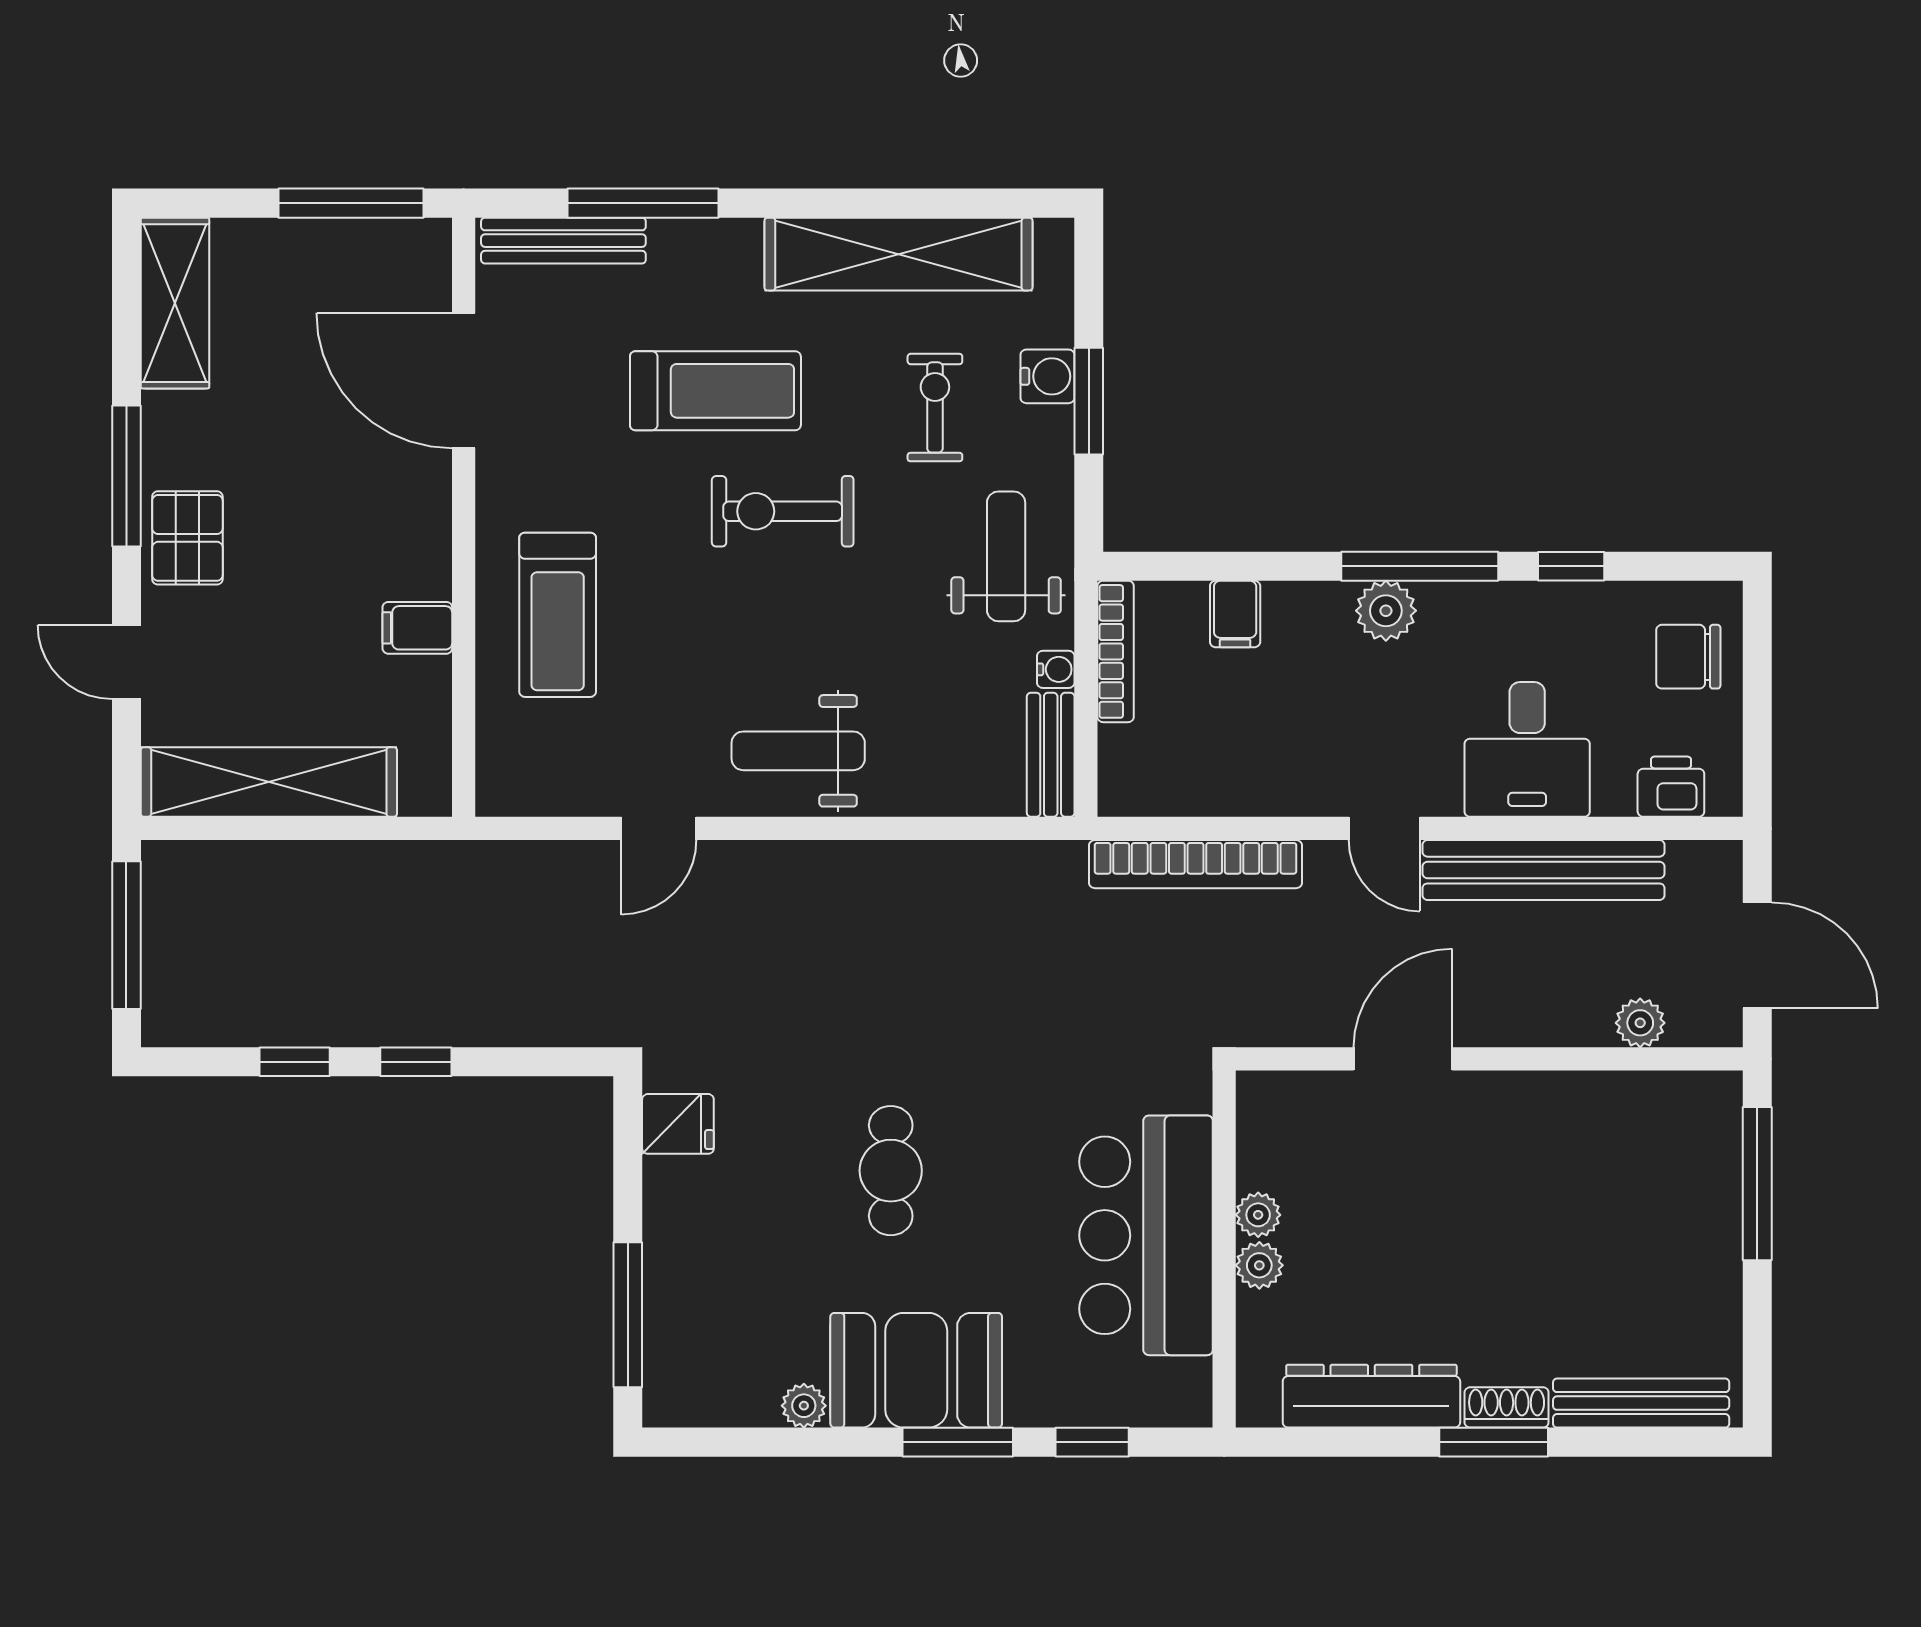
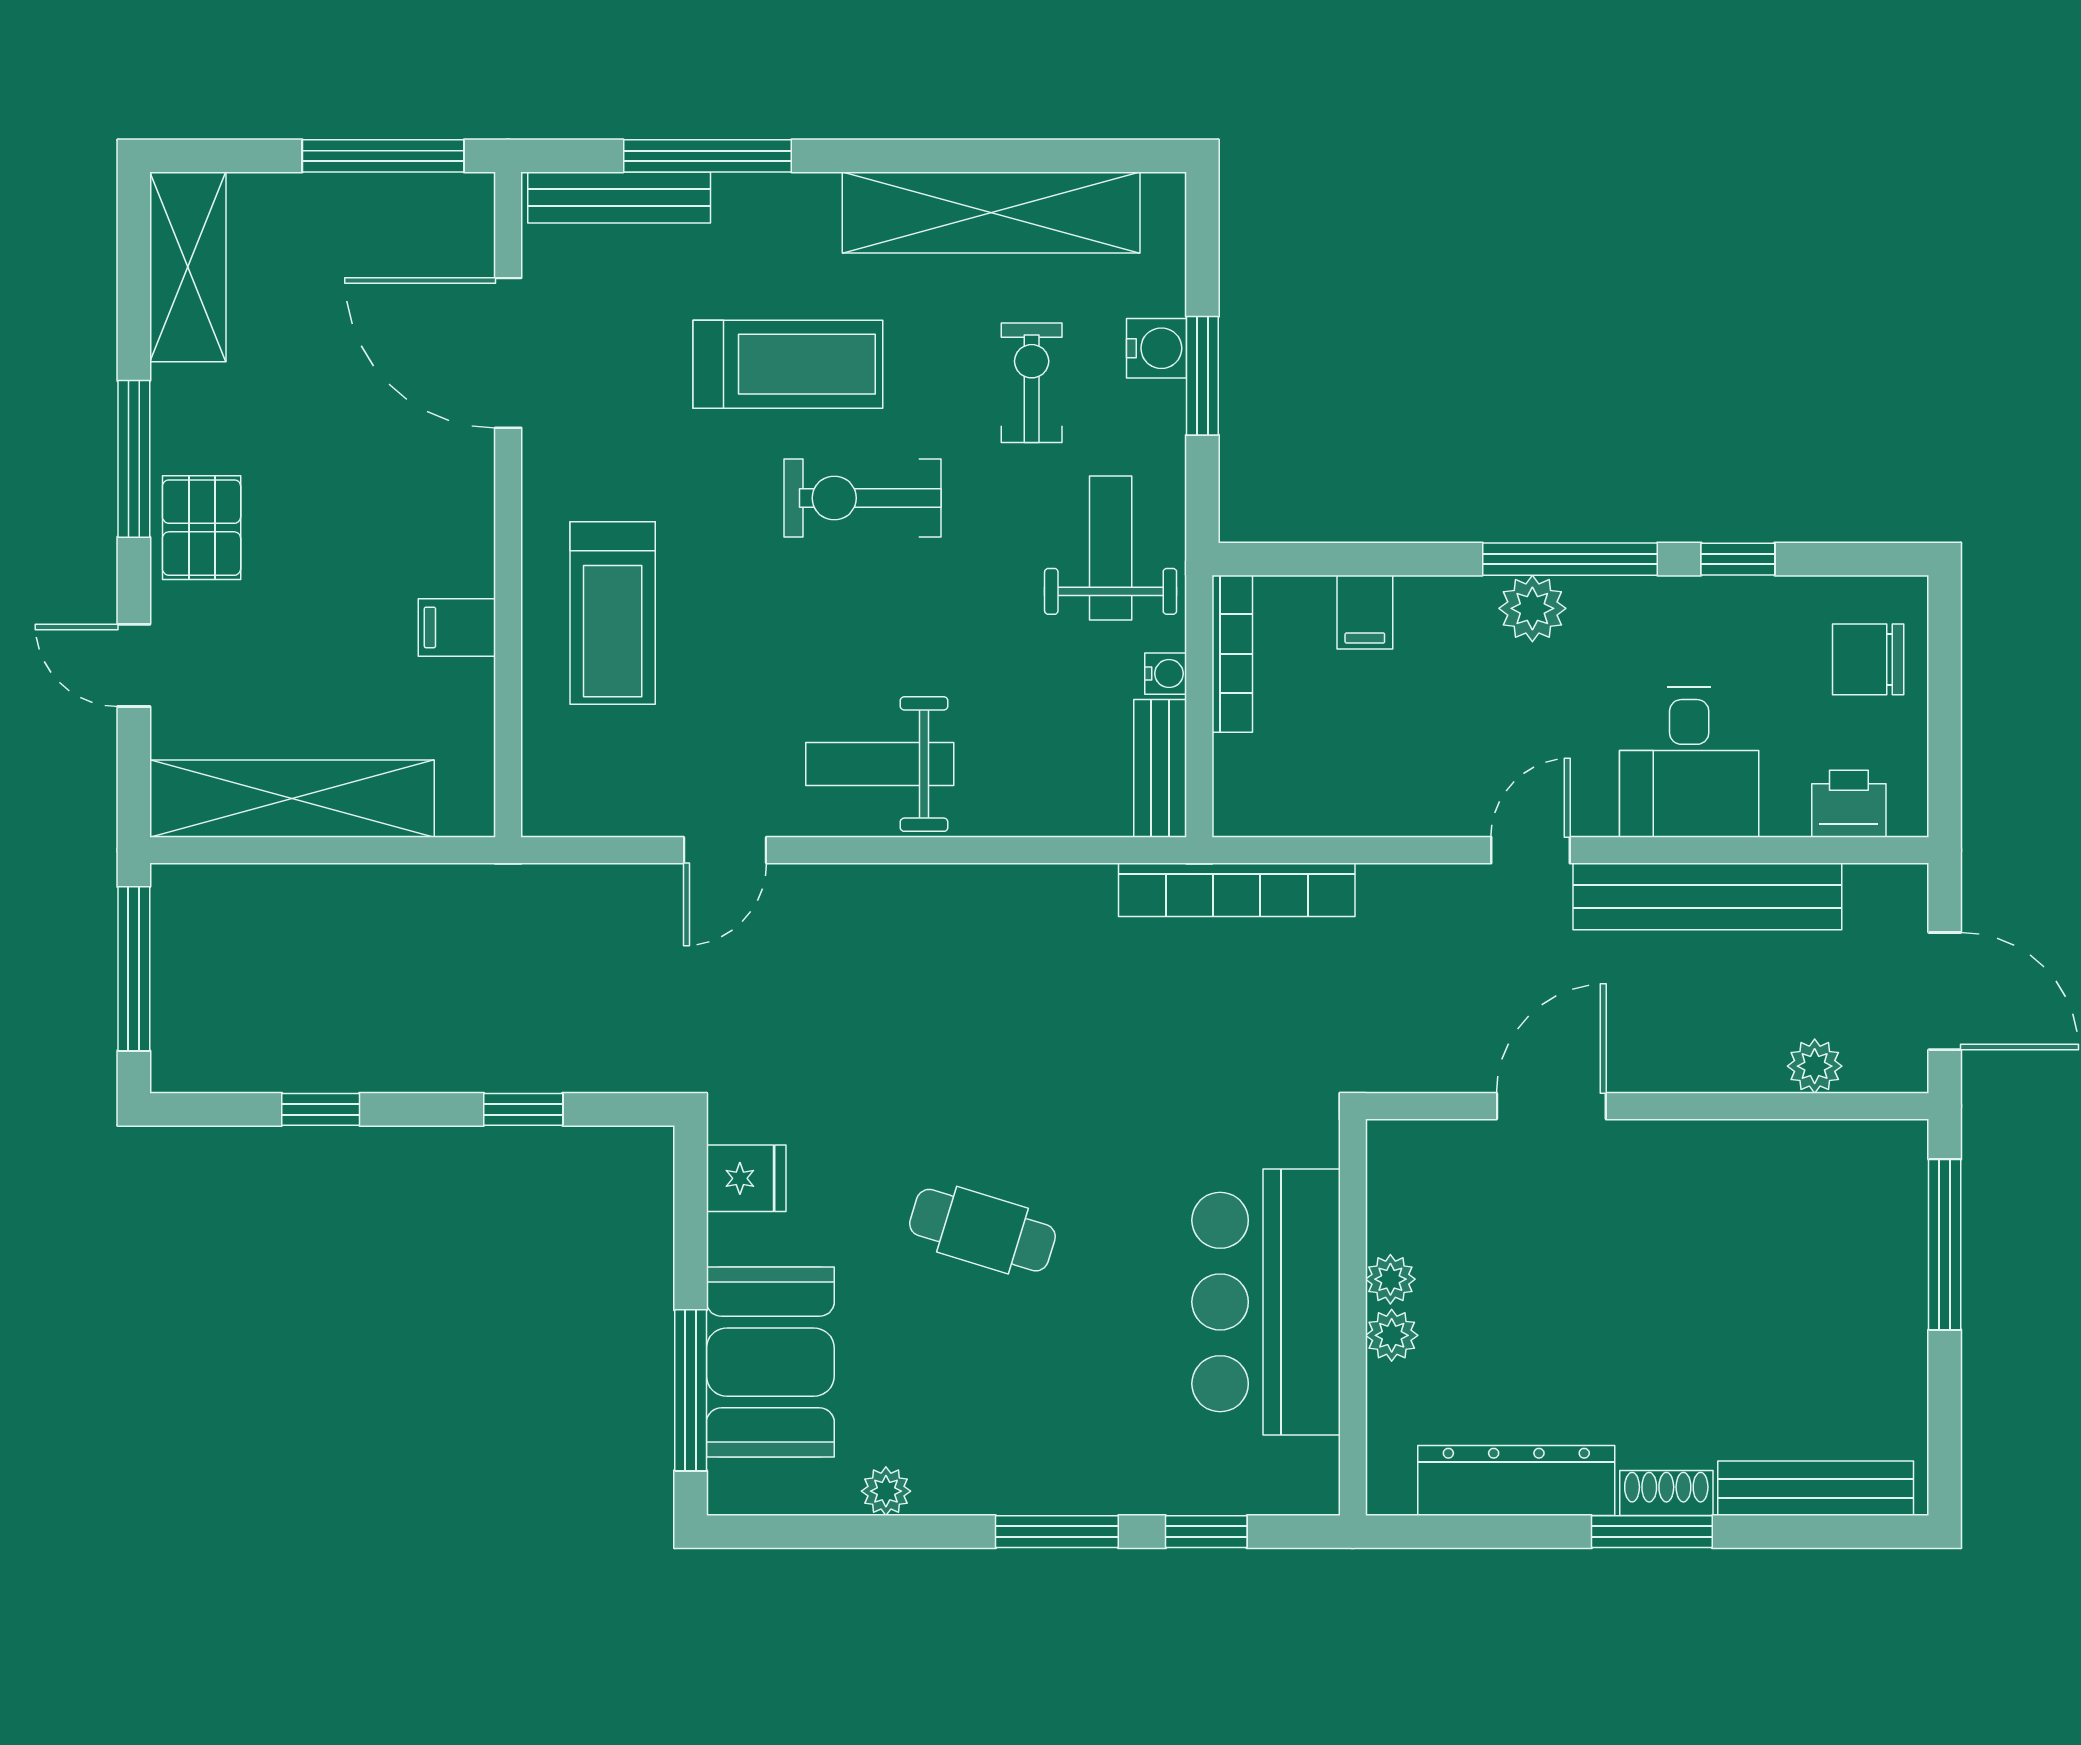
door: (1384, 828) -> (1530, 850), swing flipped
bookcase: (1196, 864) -> (1237, 890), moved
window: (416, 1062) -> (523, 1109), moved
cafe table: (891, 1171) -> (982, 1230), turned -73
booth: (916, 1370) -> (770, 1362), moved, turned 90

